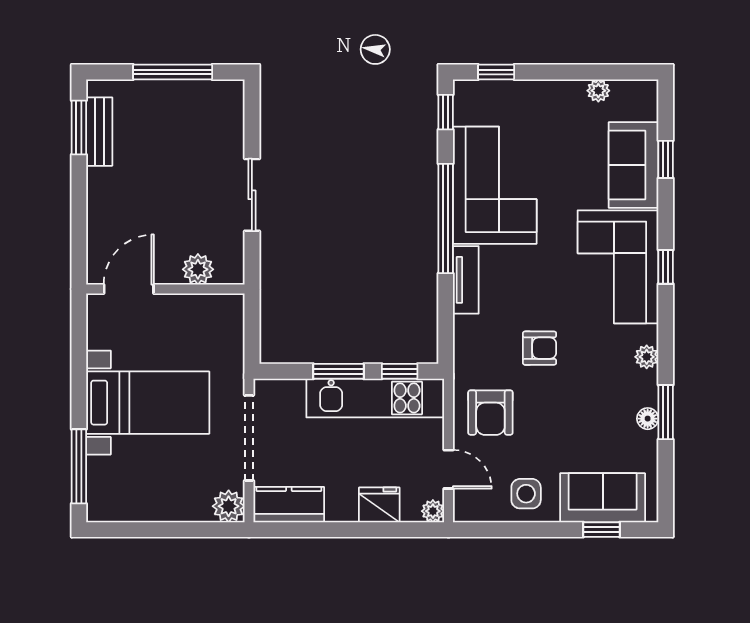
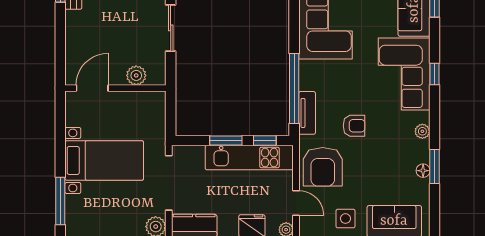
window: (446, 218) -> (294, 89), moved
tv unit: (466, 280) -> (307, 113), moved
armchair: (490, 413) -> (323, 167), width x1.36, depth x1.36

